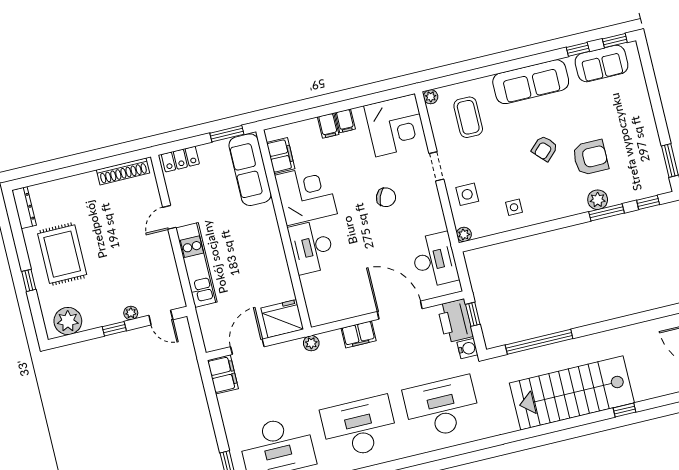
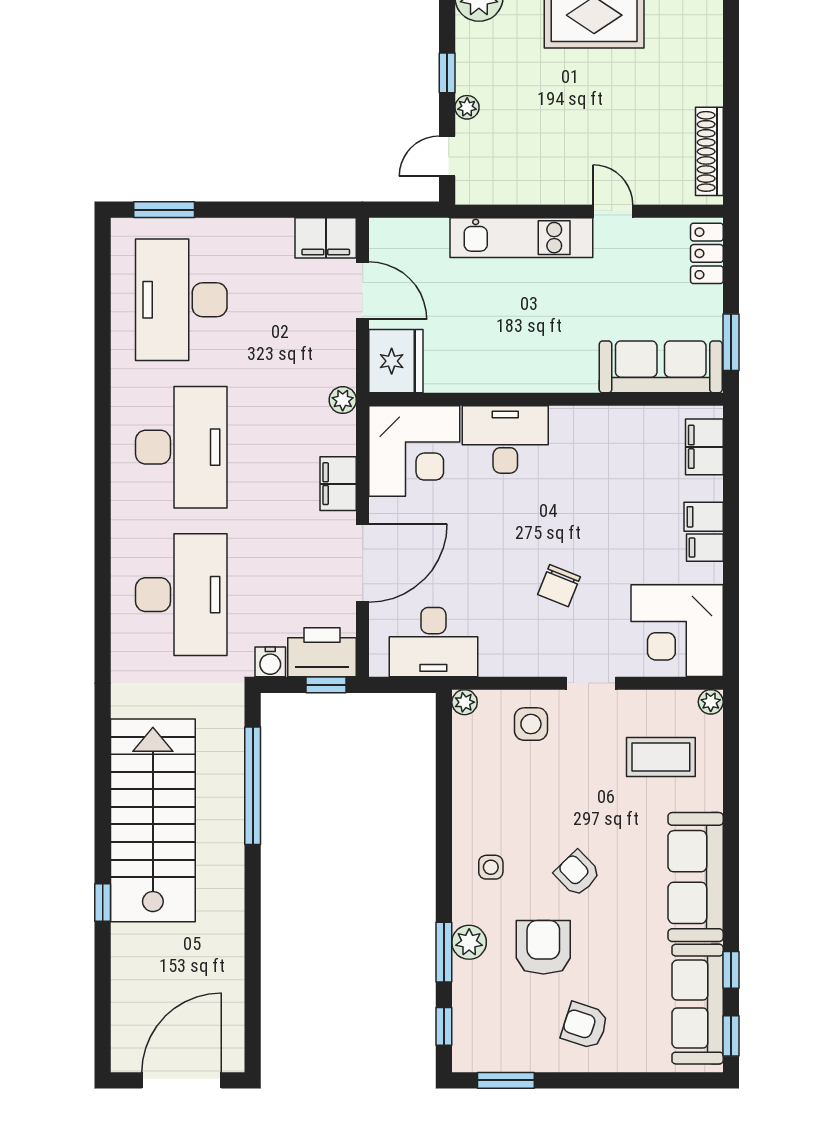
sofa: (601, 64) -> (698, 1004), width x1.36
armchair: (629, 124) -> (585, 1026), added
filing cabinet: (281, 156) -> (704, 447), moved, turned 90
armchair: (590, 157) -> (543, 947), turned 180
corner desk: (306, 195) -> (414, 451), moved
side table: (514, 207) -> (491, 867), moved

